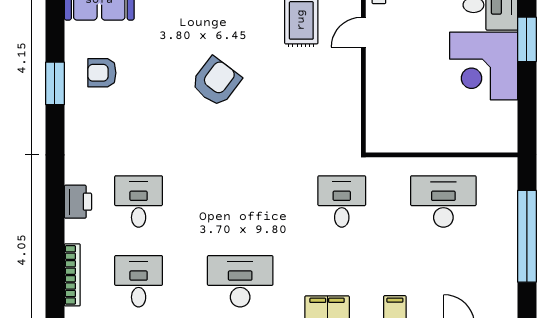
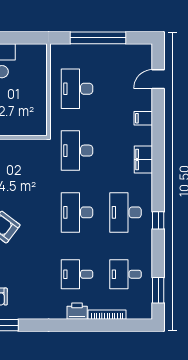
desk: (240, 201) -> (77, 212), added
desk: (342, 201) -> (77, 151), width x1.37
bookcase: (72, 275) -> (107, 315), moved

